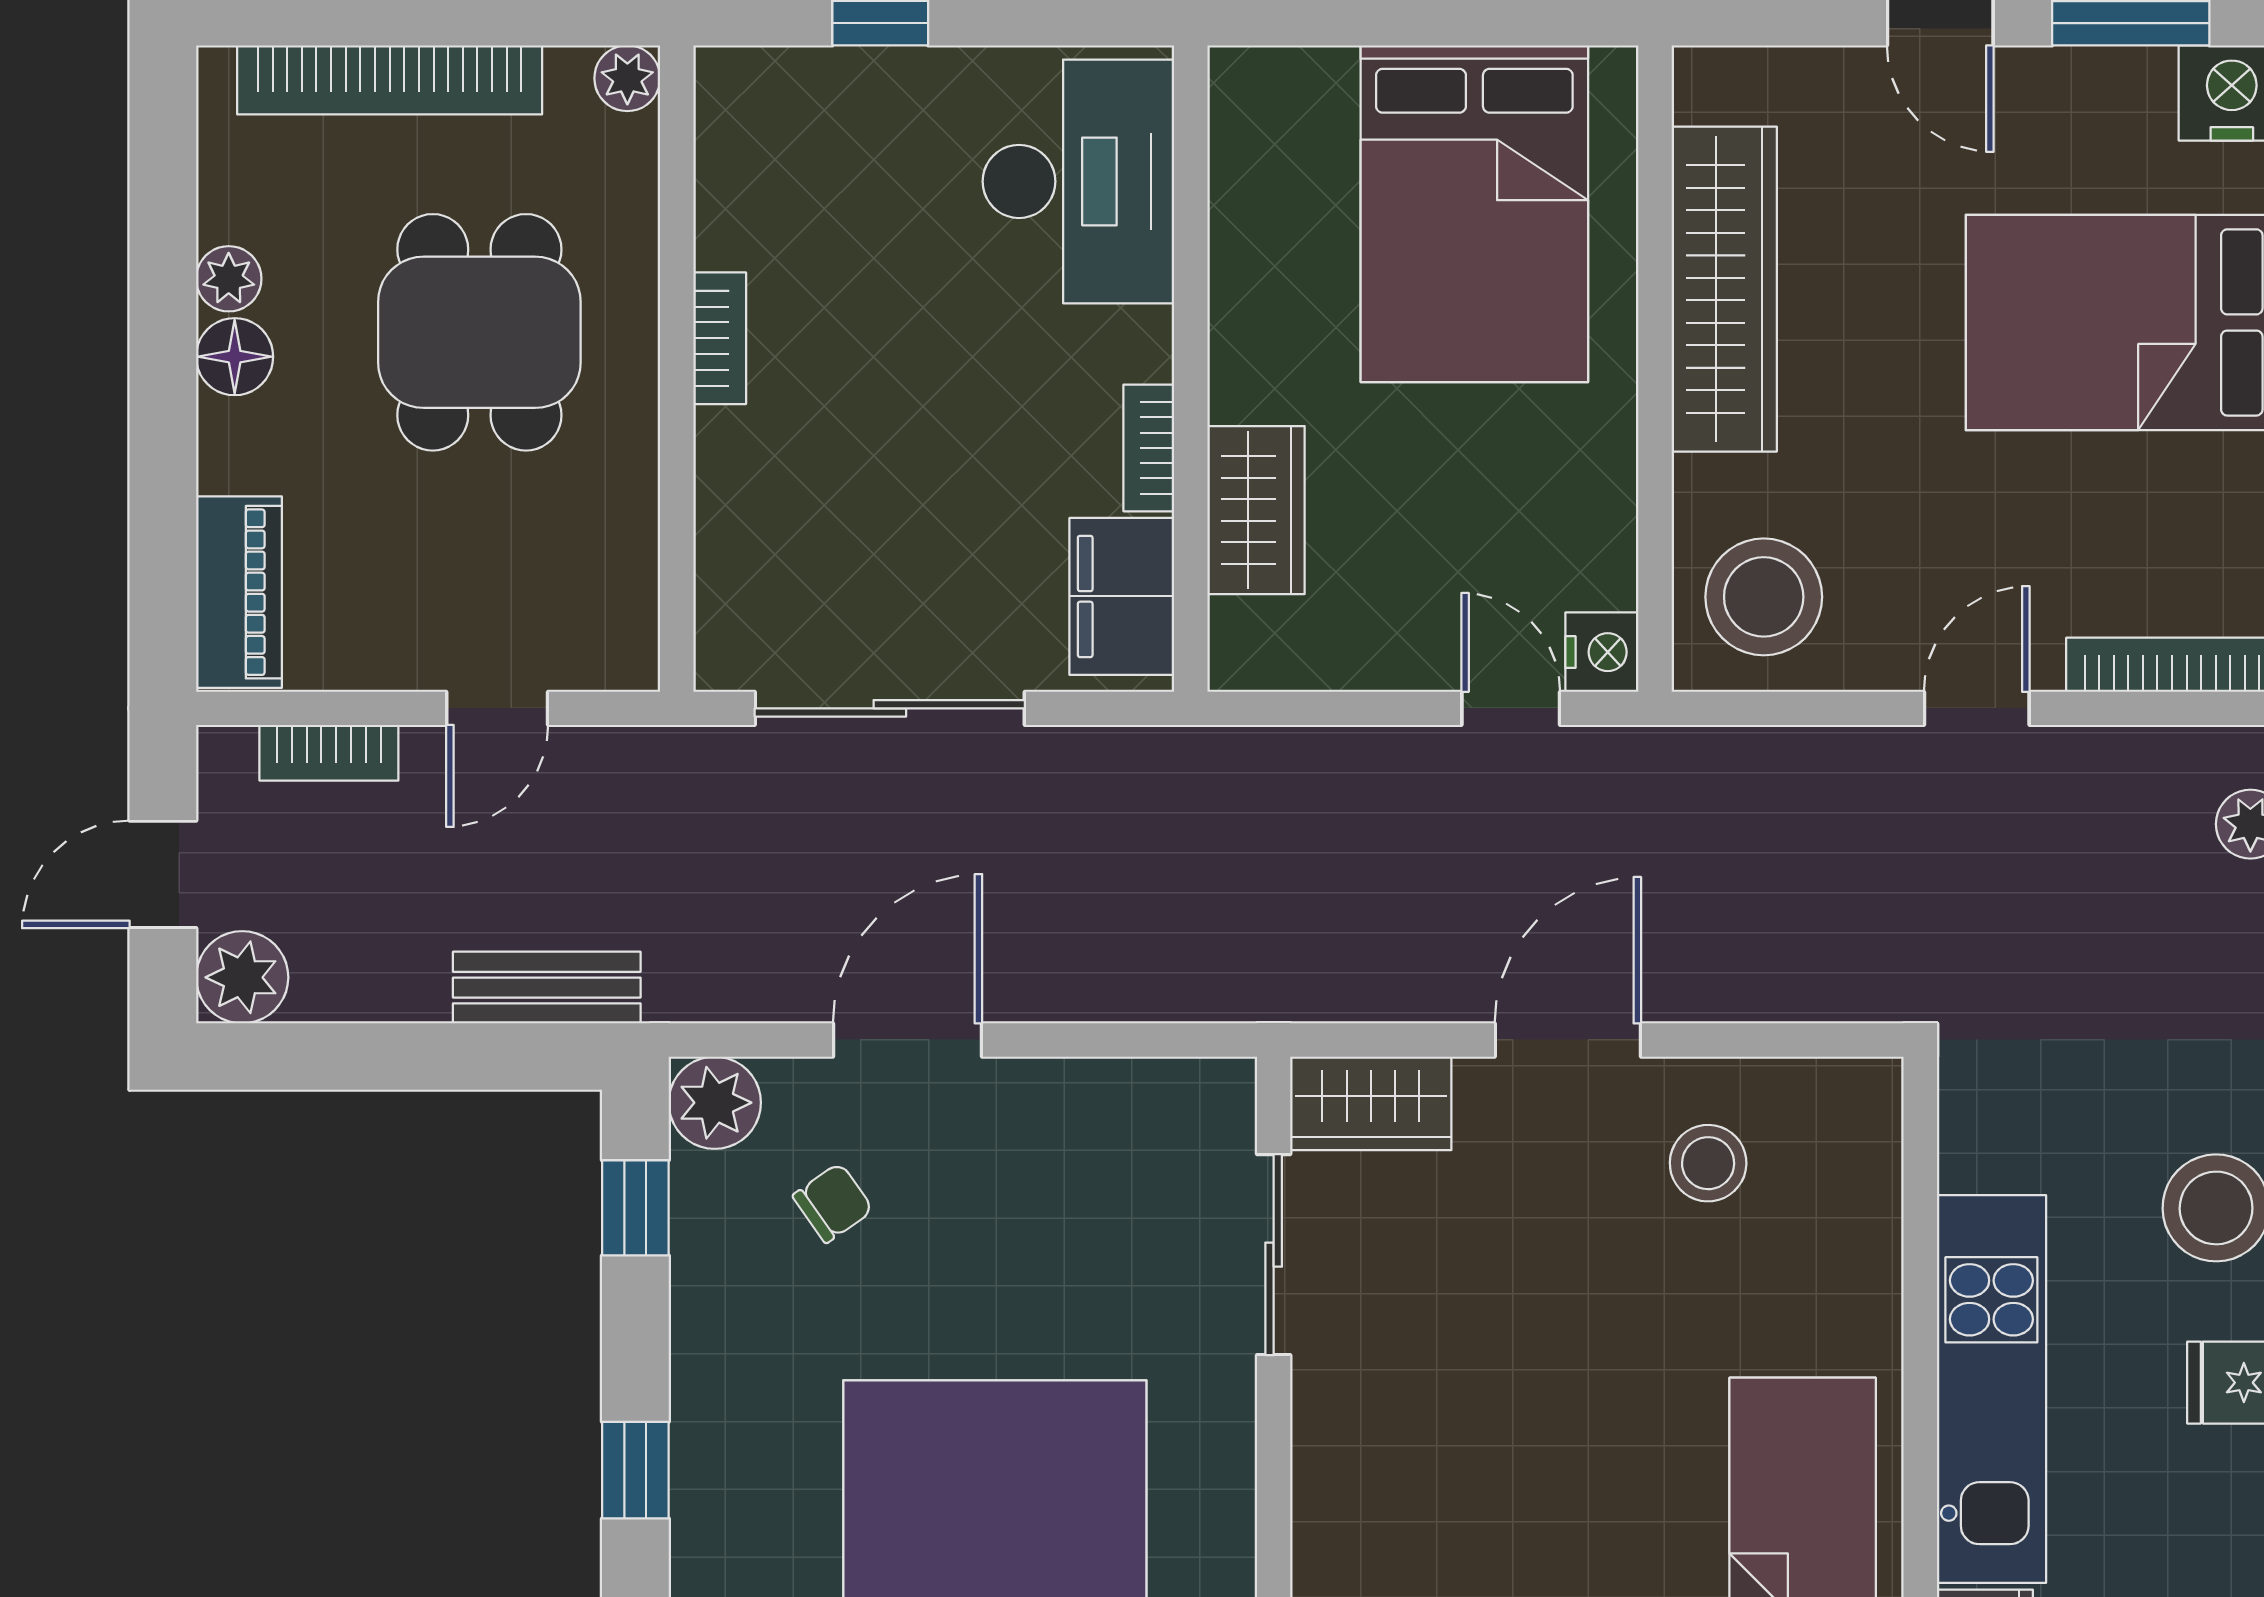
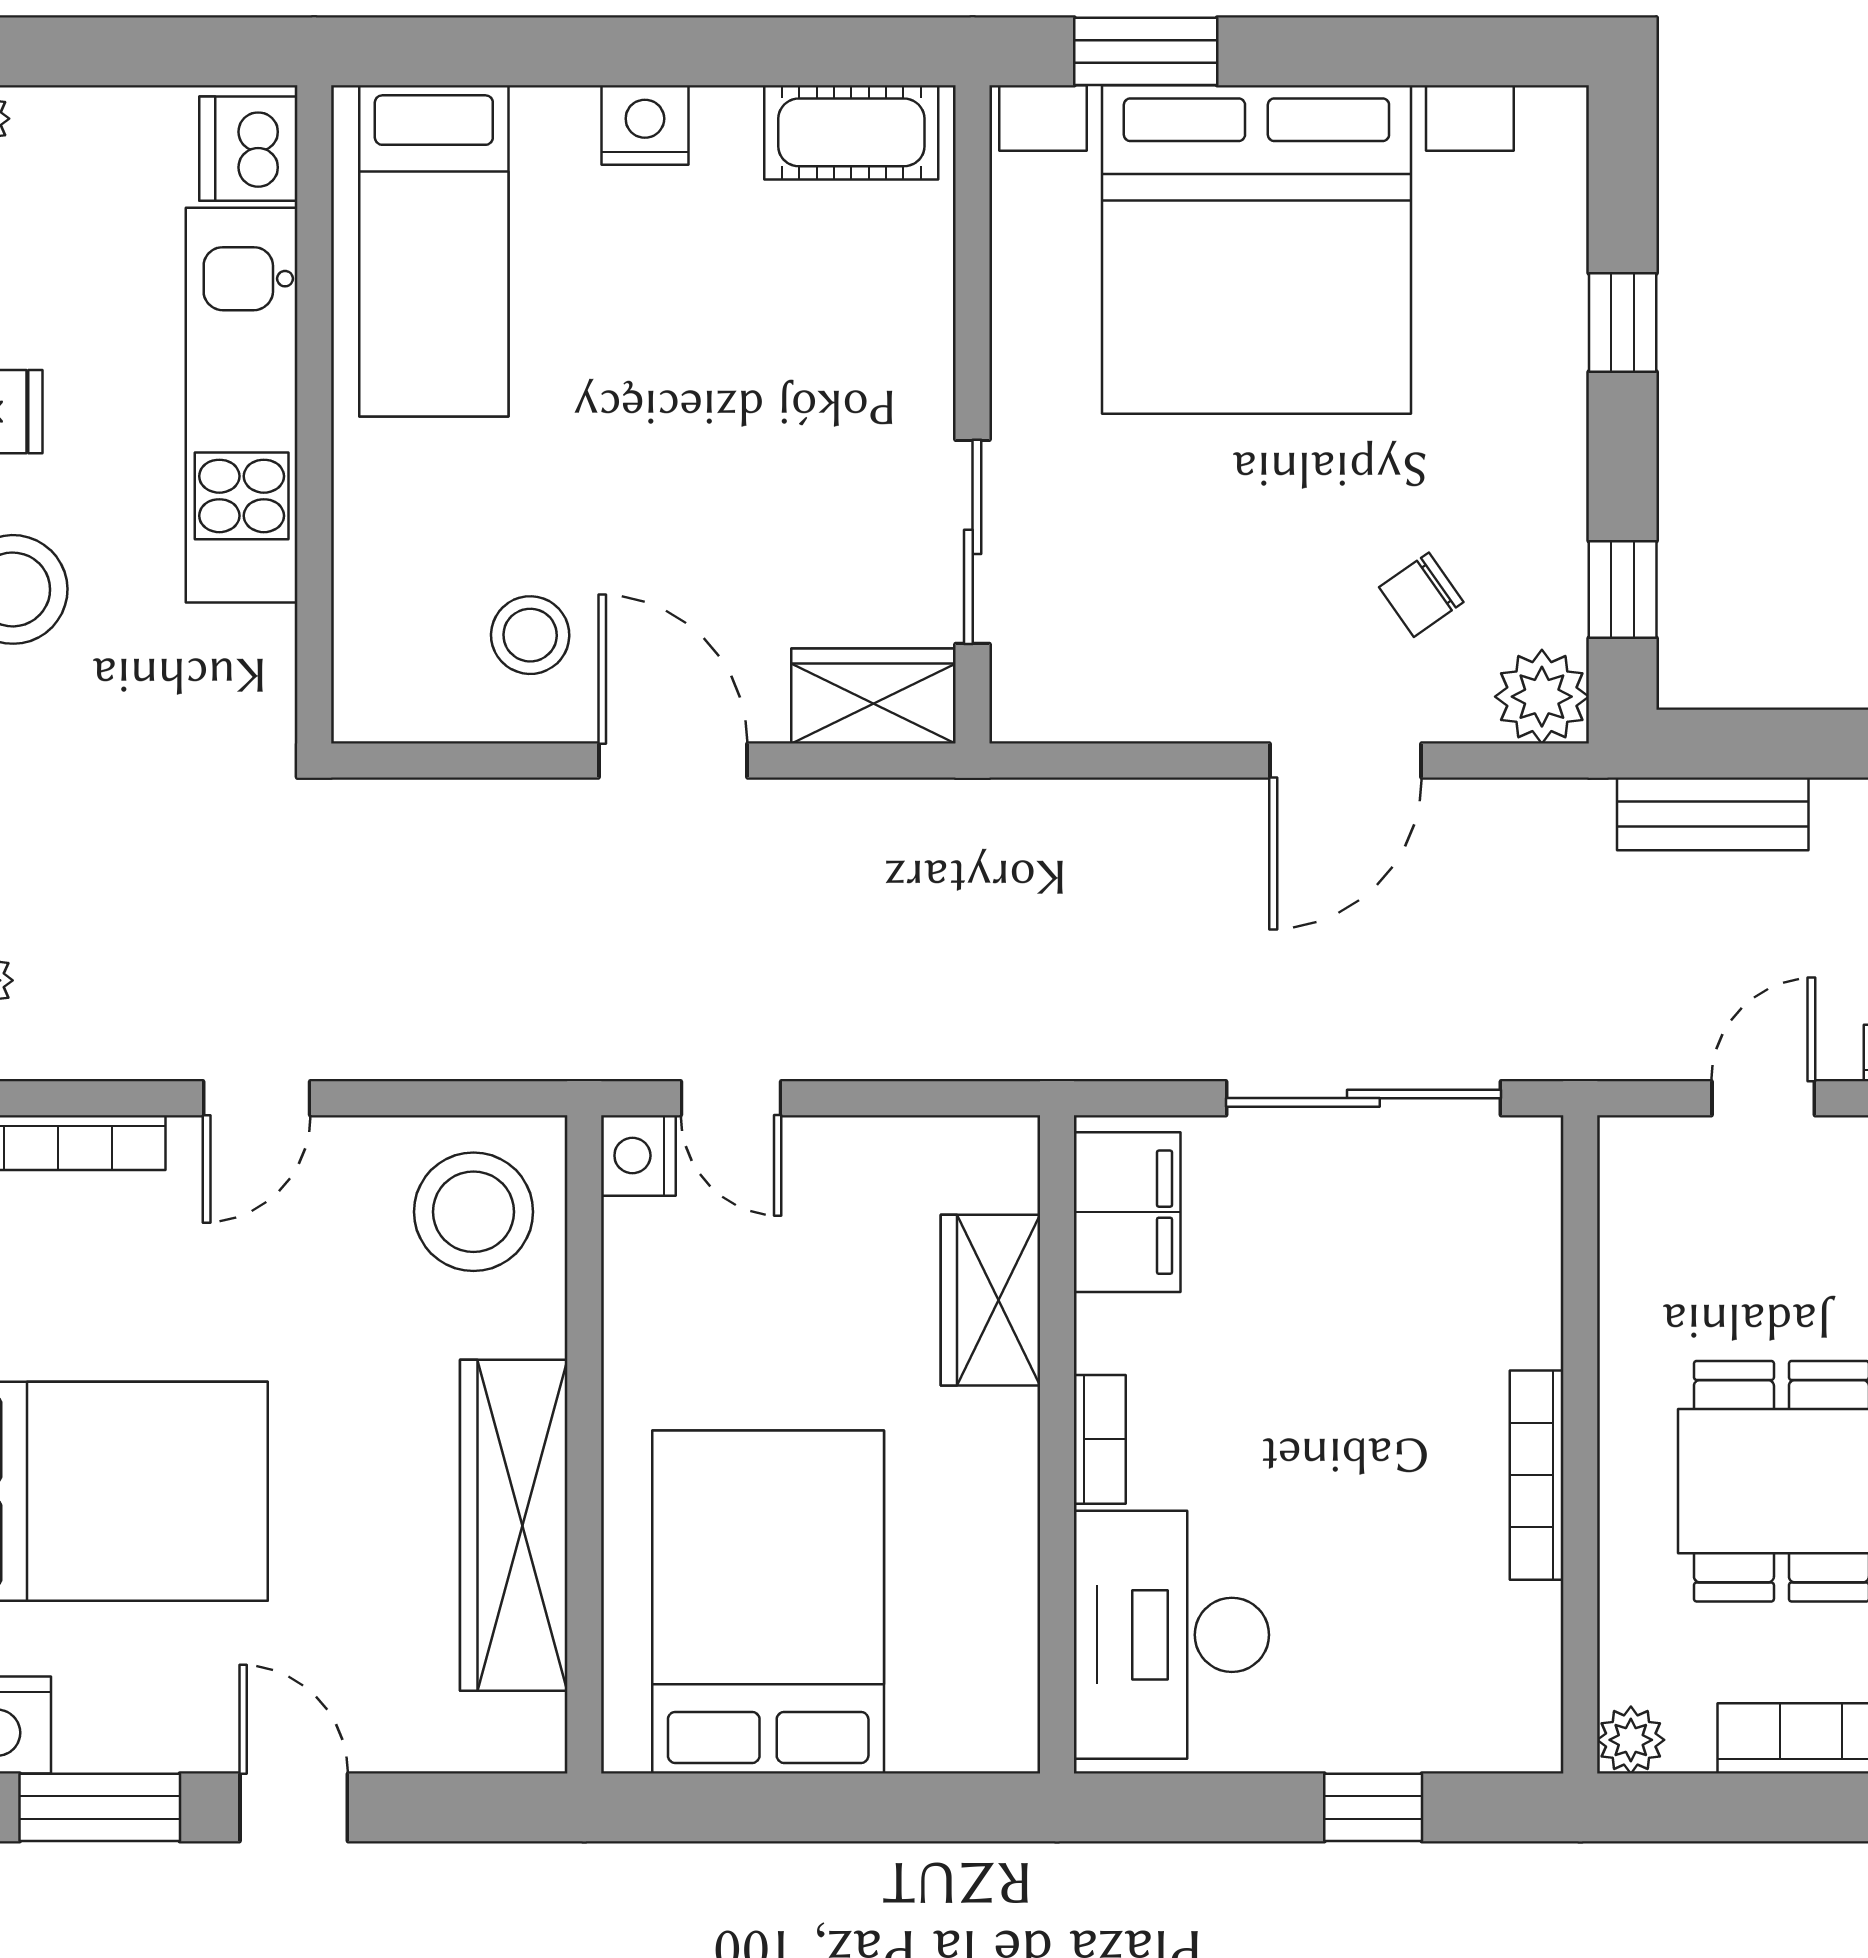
bookcase: (720, 338) -> (1537, 1475), width x1.56
bookcase: (1149, 448) -> (1100, 1439), moved
door: (1568, 1040) -> (673, 761), swing flipped

